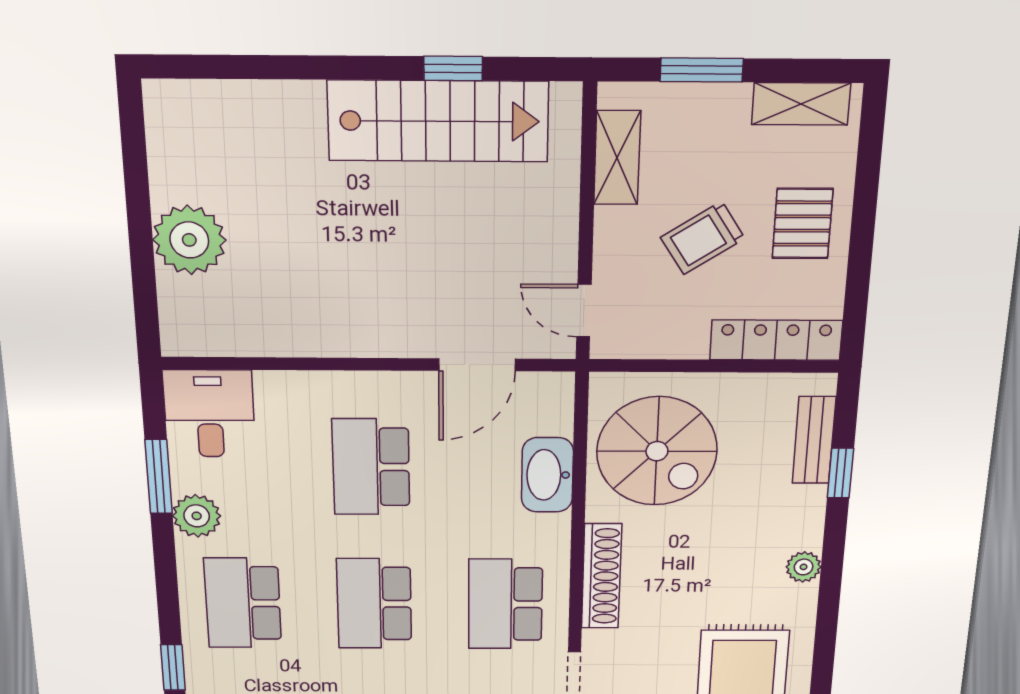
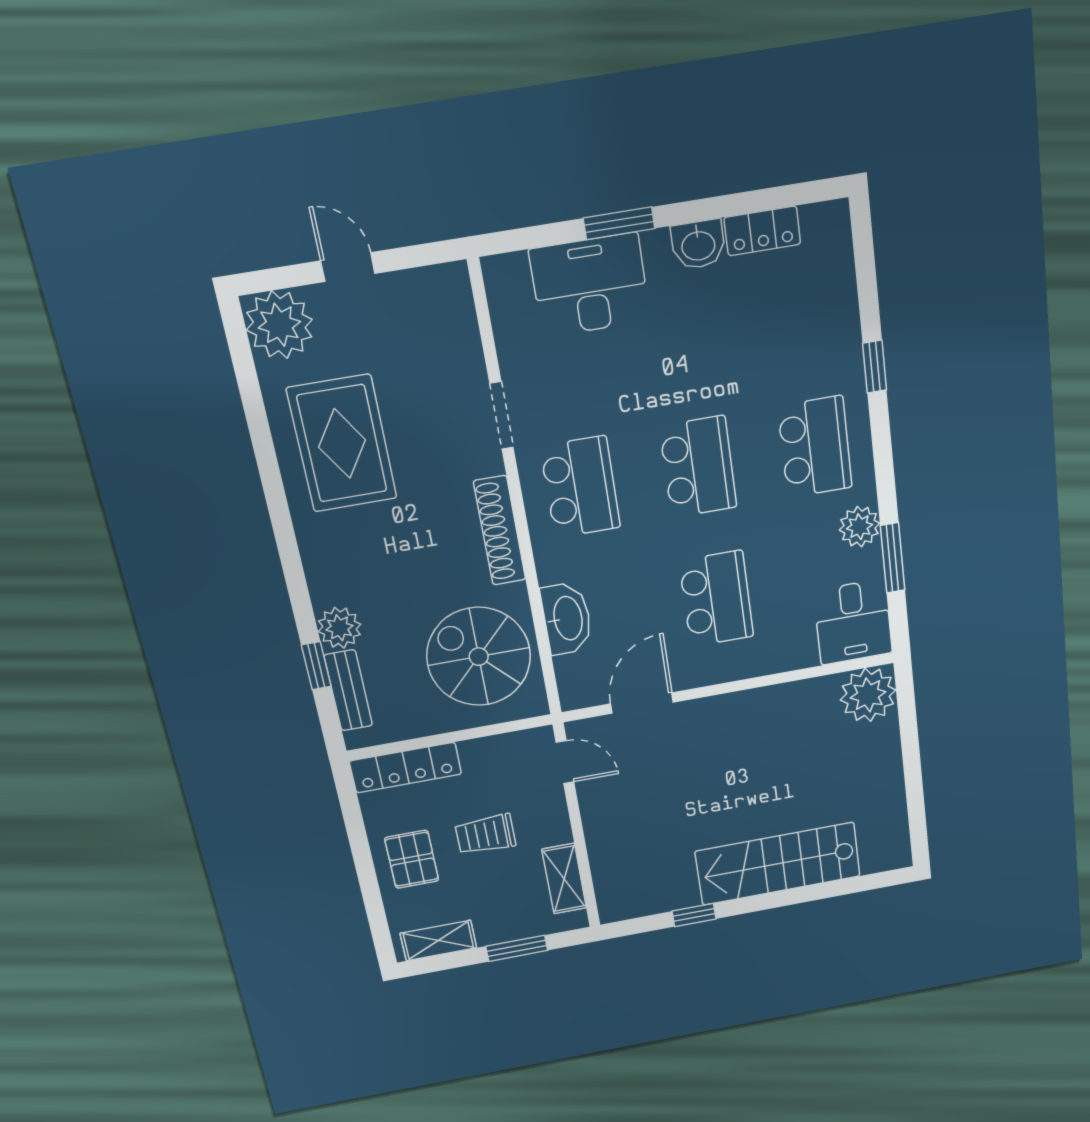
stairs: (438, 121) -> (778, 864), moved
trolley: (703, 238) -> (485, 834), turned -147
plant: (189, 240) -> (868, 695), moved
plant: (804, 567) -> (339, 628), moved, width x1.38, depth x1.38

